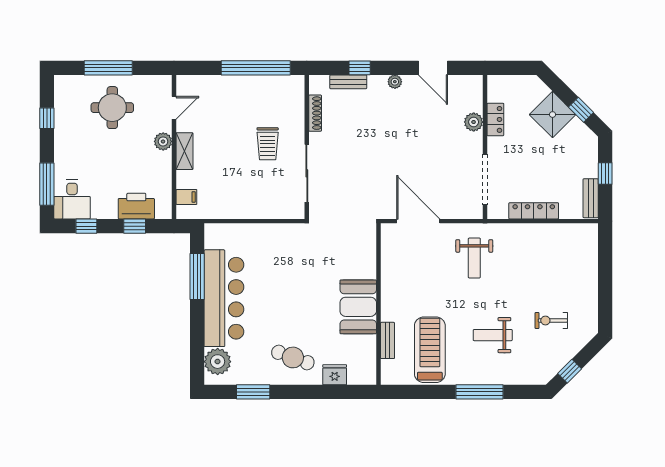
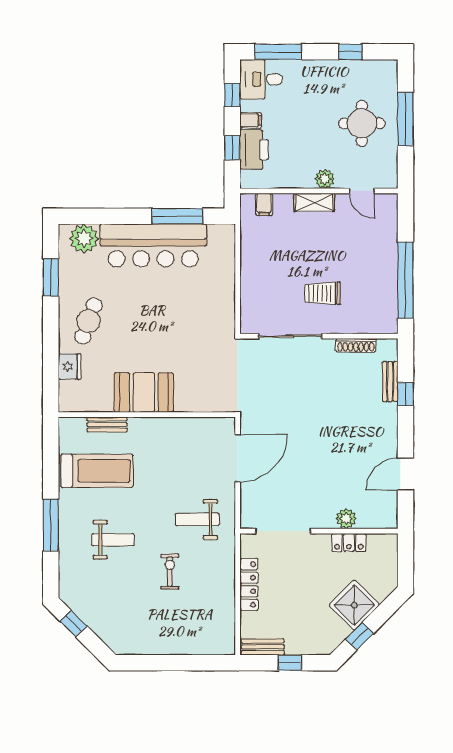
plant: (395, 82) -> (390, 433), removed
filing cabinet: (110, 209) -> (251, 120), added
exercise bike: (551, 320) -> (170, 572), moved
weight bench: (493, 335) -> (113, 540), turned 90

